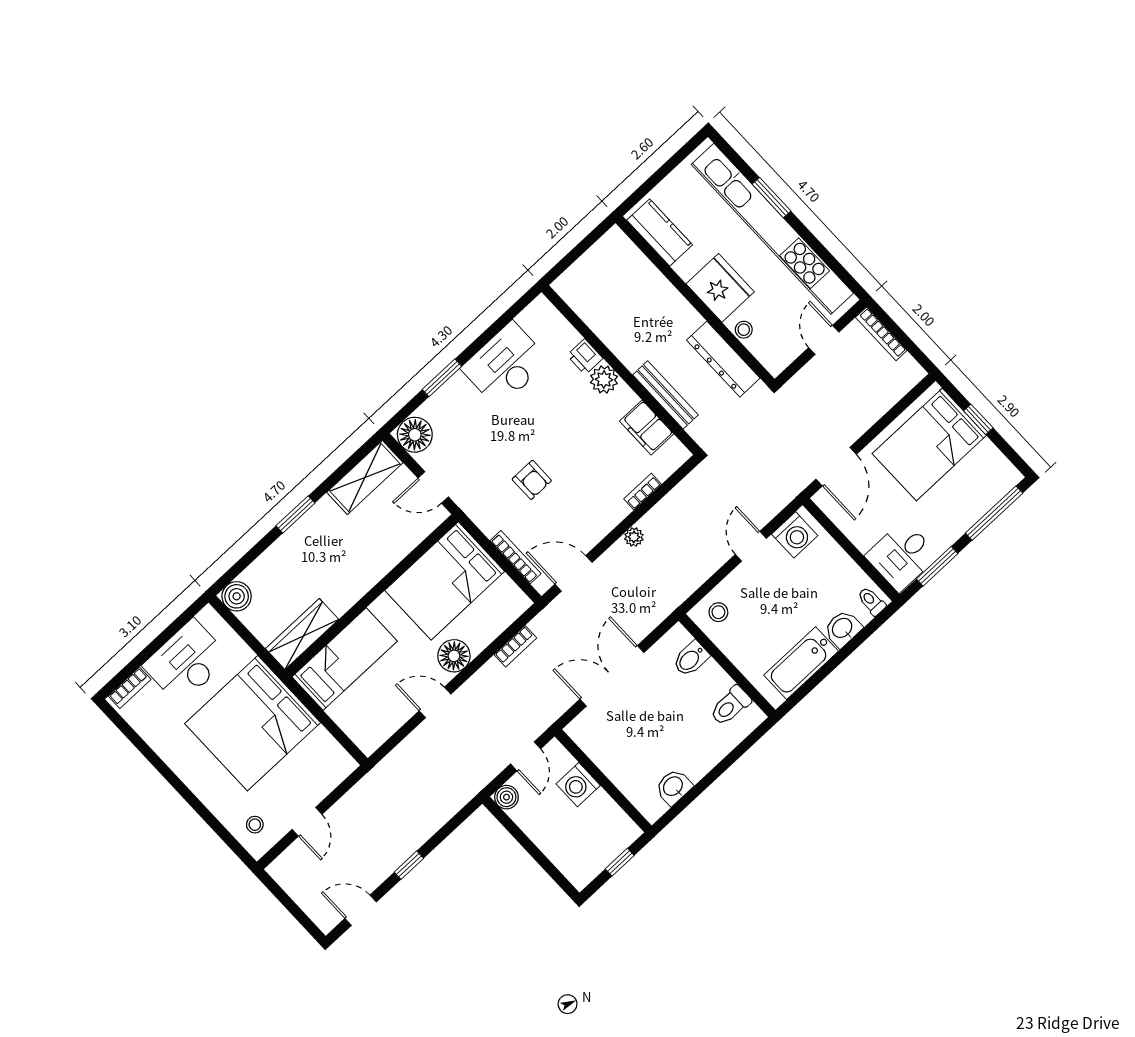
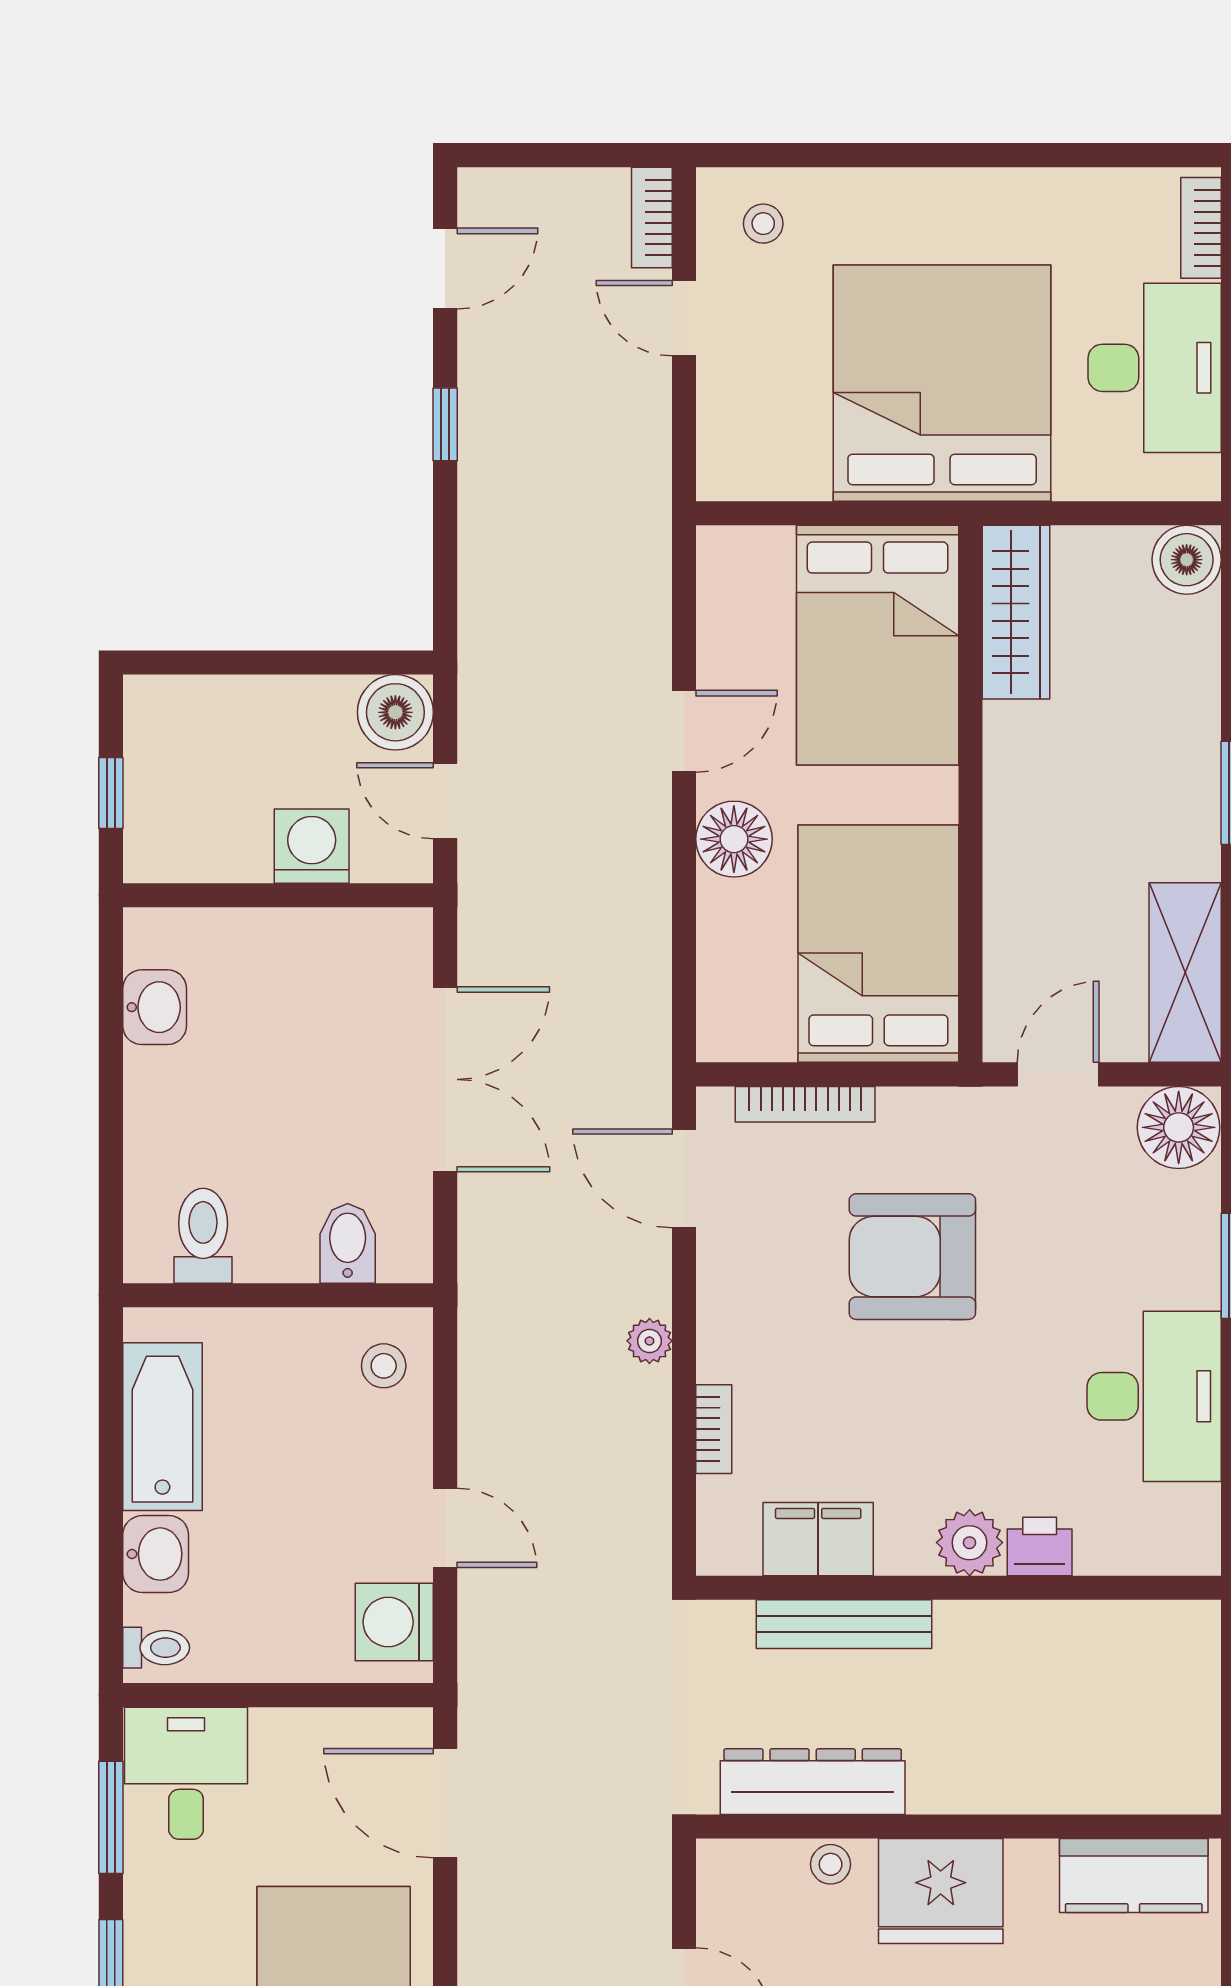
armchair: (532, 480) -> (912, 1257), width x1.88, depth x1.88
door: (574, 573) -> (684, 1178), swing flipped
bookcase: (515, 646) -> (652, 218), moved
bed: (345, 659) -> (878, 645), width x1.50
boiler: (506, 797) -> (395, 712), width x1.36, depth x1.36

